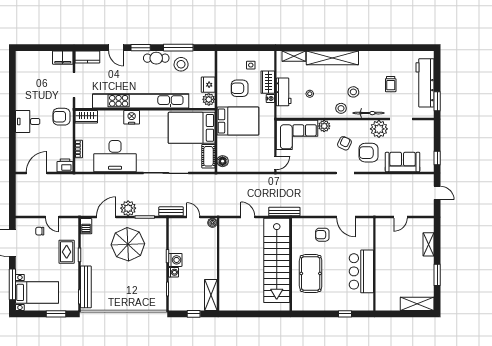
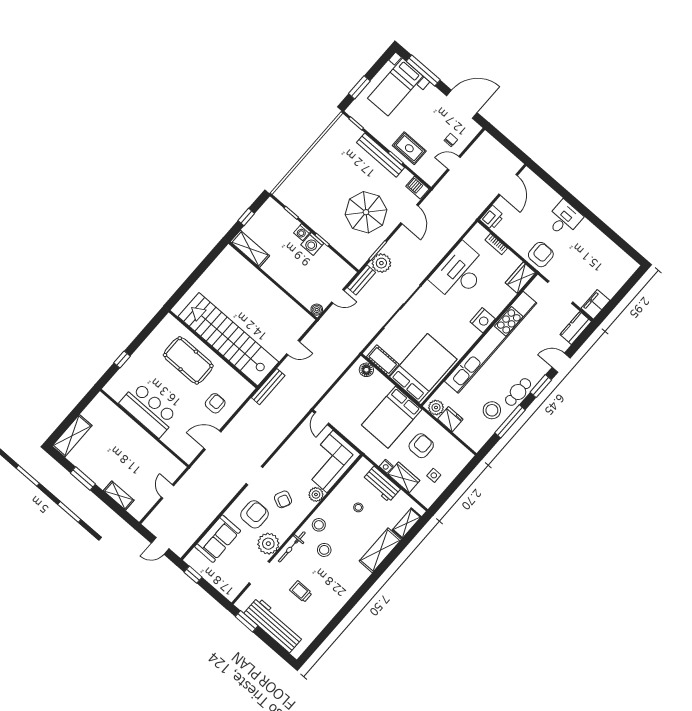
shelving: (332, 58) -> (380, 550), width x0.68
plant: (128, 208) -> (381, 263), moved
bench: (86, 287) -> (381, 155), moved

